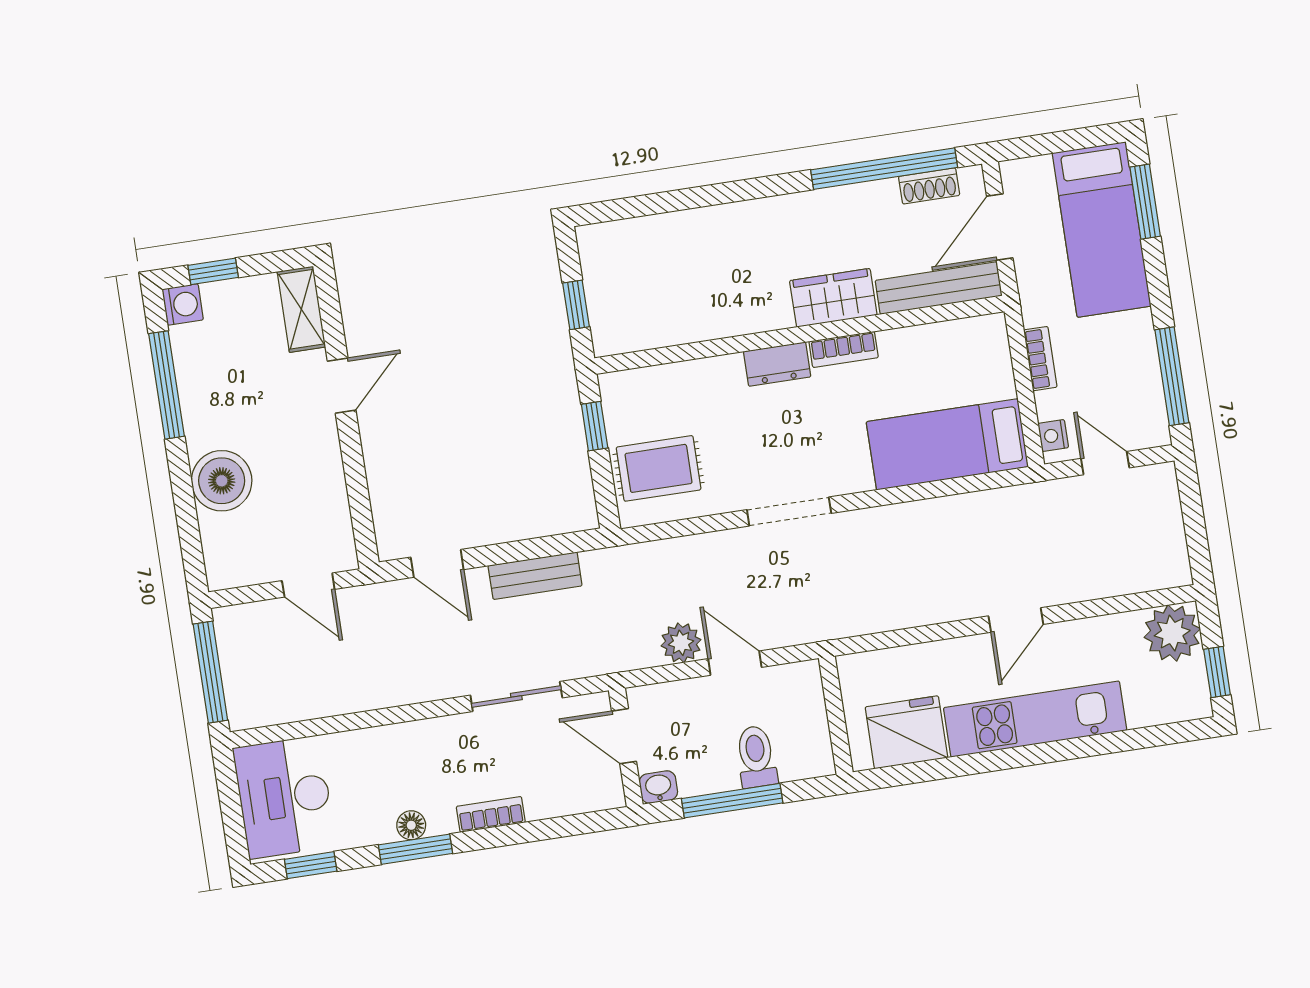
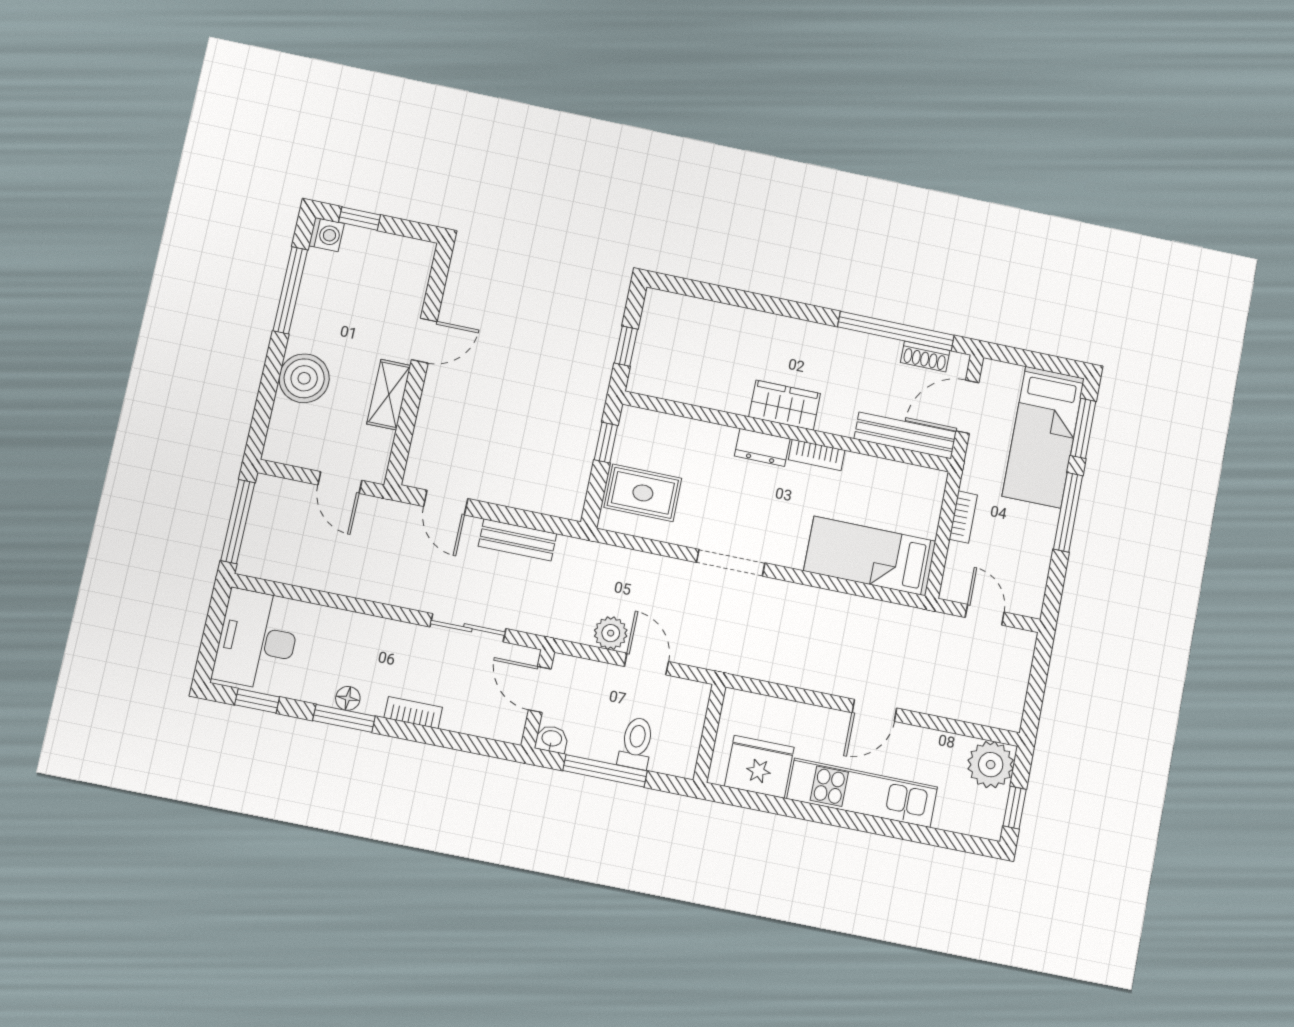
wardrobe: (833, 298) -> (785, 405), moved
shelving: (301, 309) -> (389, 395), moved
window: (1172, 376) -> (1068, 512), moved
nightstand: (1053, 436) -> (953, 579), removed

